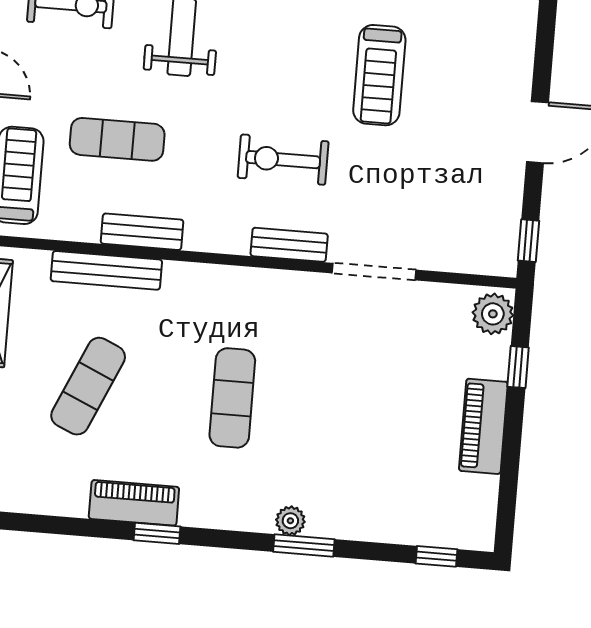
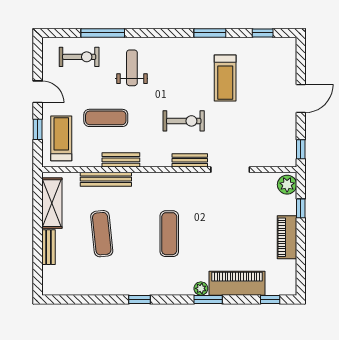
exercise bike: (283, 160) -> (184, 121), turned 180
exercise mat: (88, 386) -> (102, 234), turned -30
piano: (134, 503) -> (237, 283), moved, width x1.37, depth x1.33

